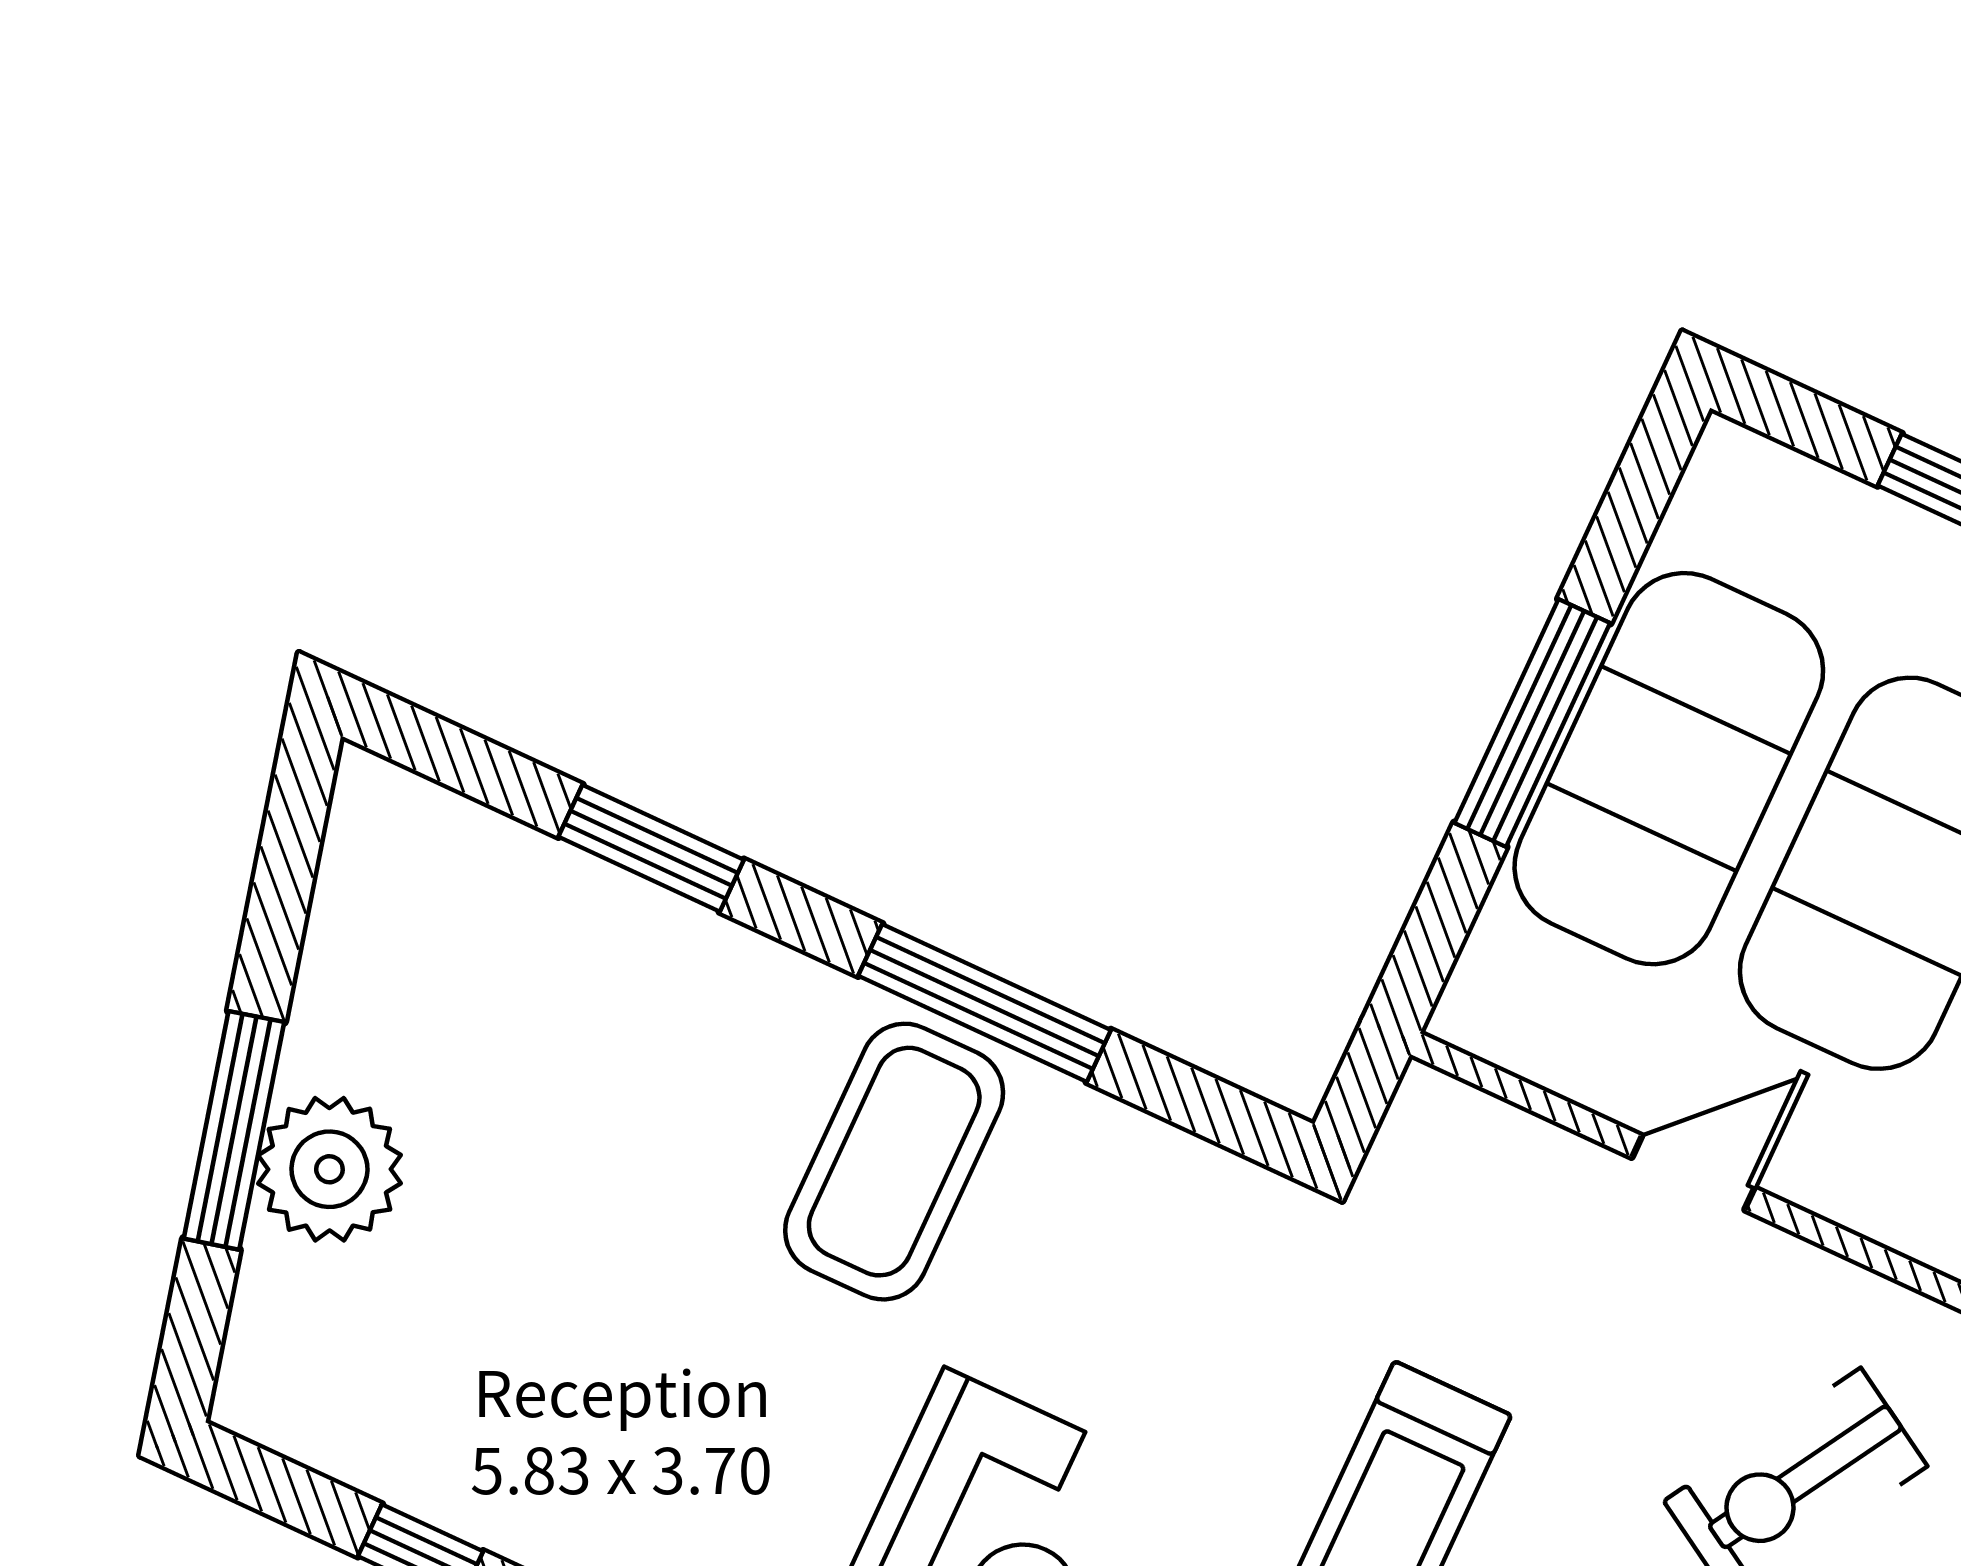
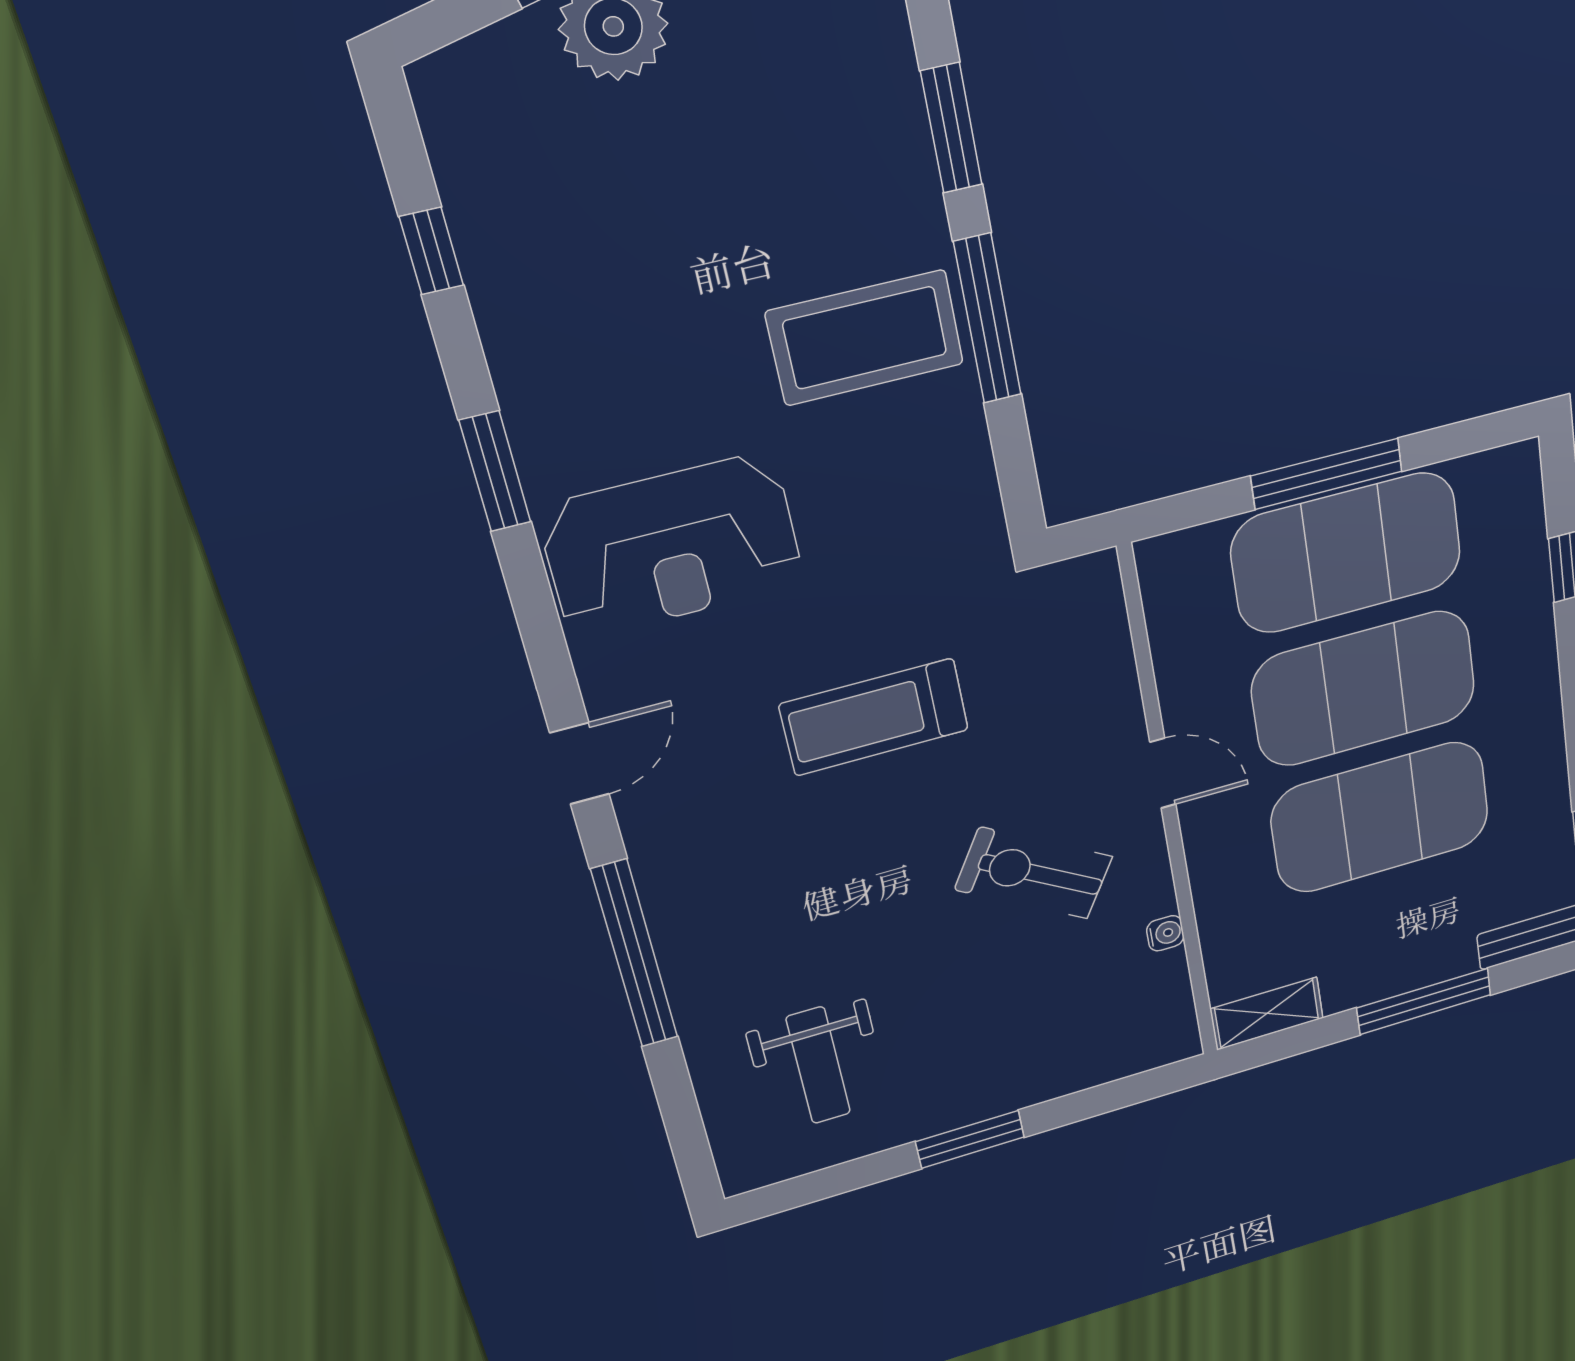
window: (651, 848) -> (951, 128), moved
door: (1693, 1173) -> (1163, 773), moved

